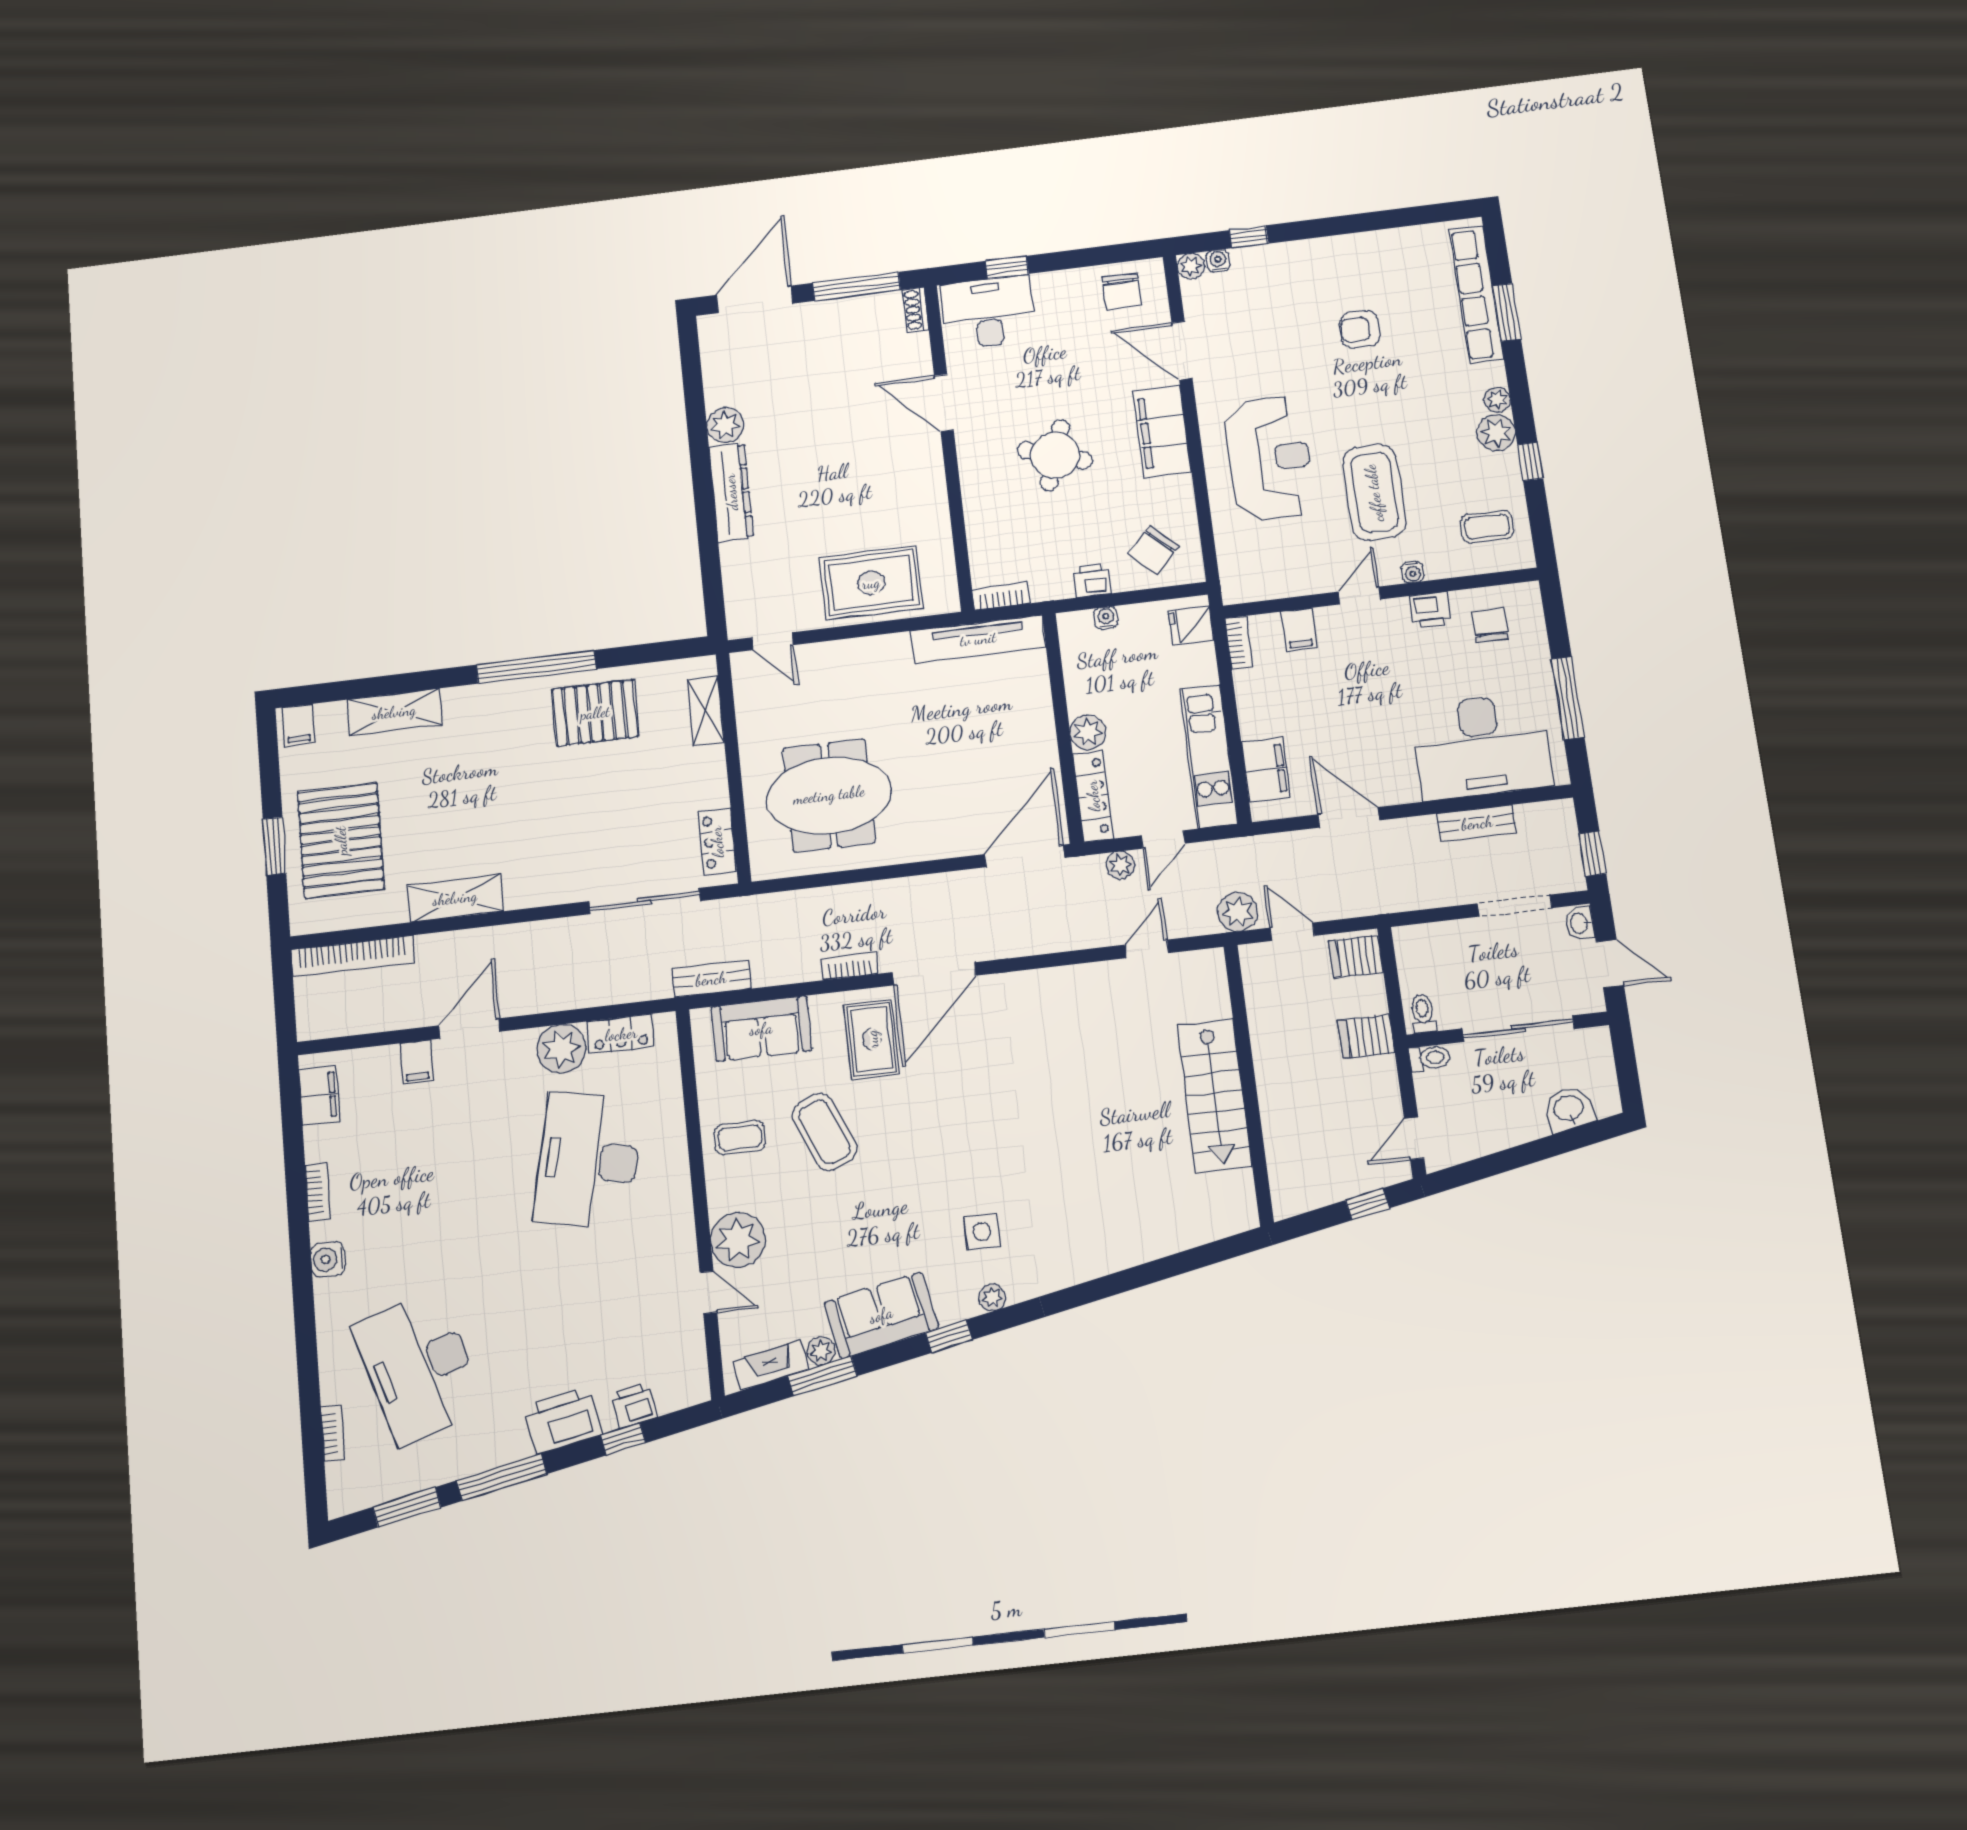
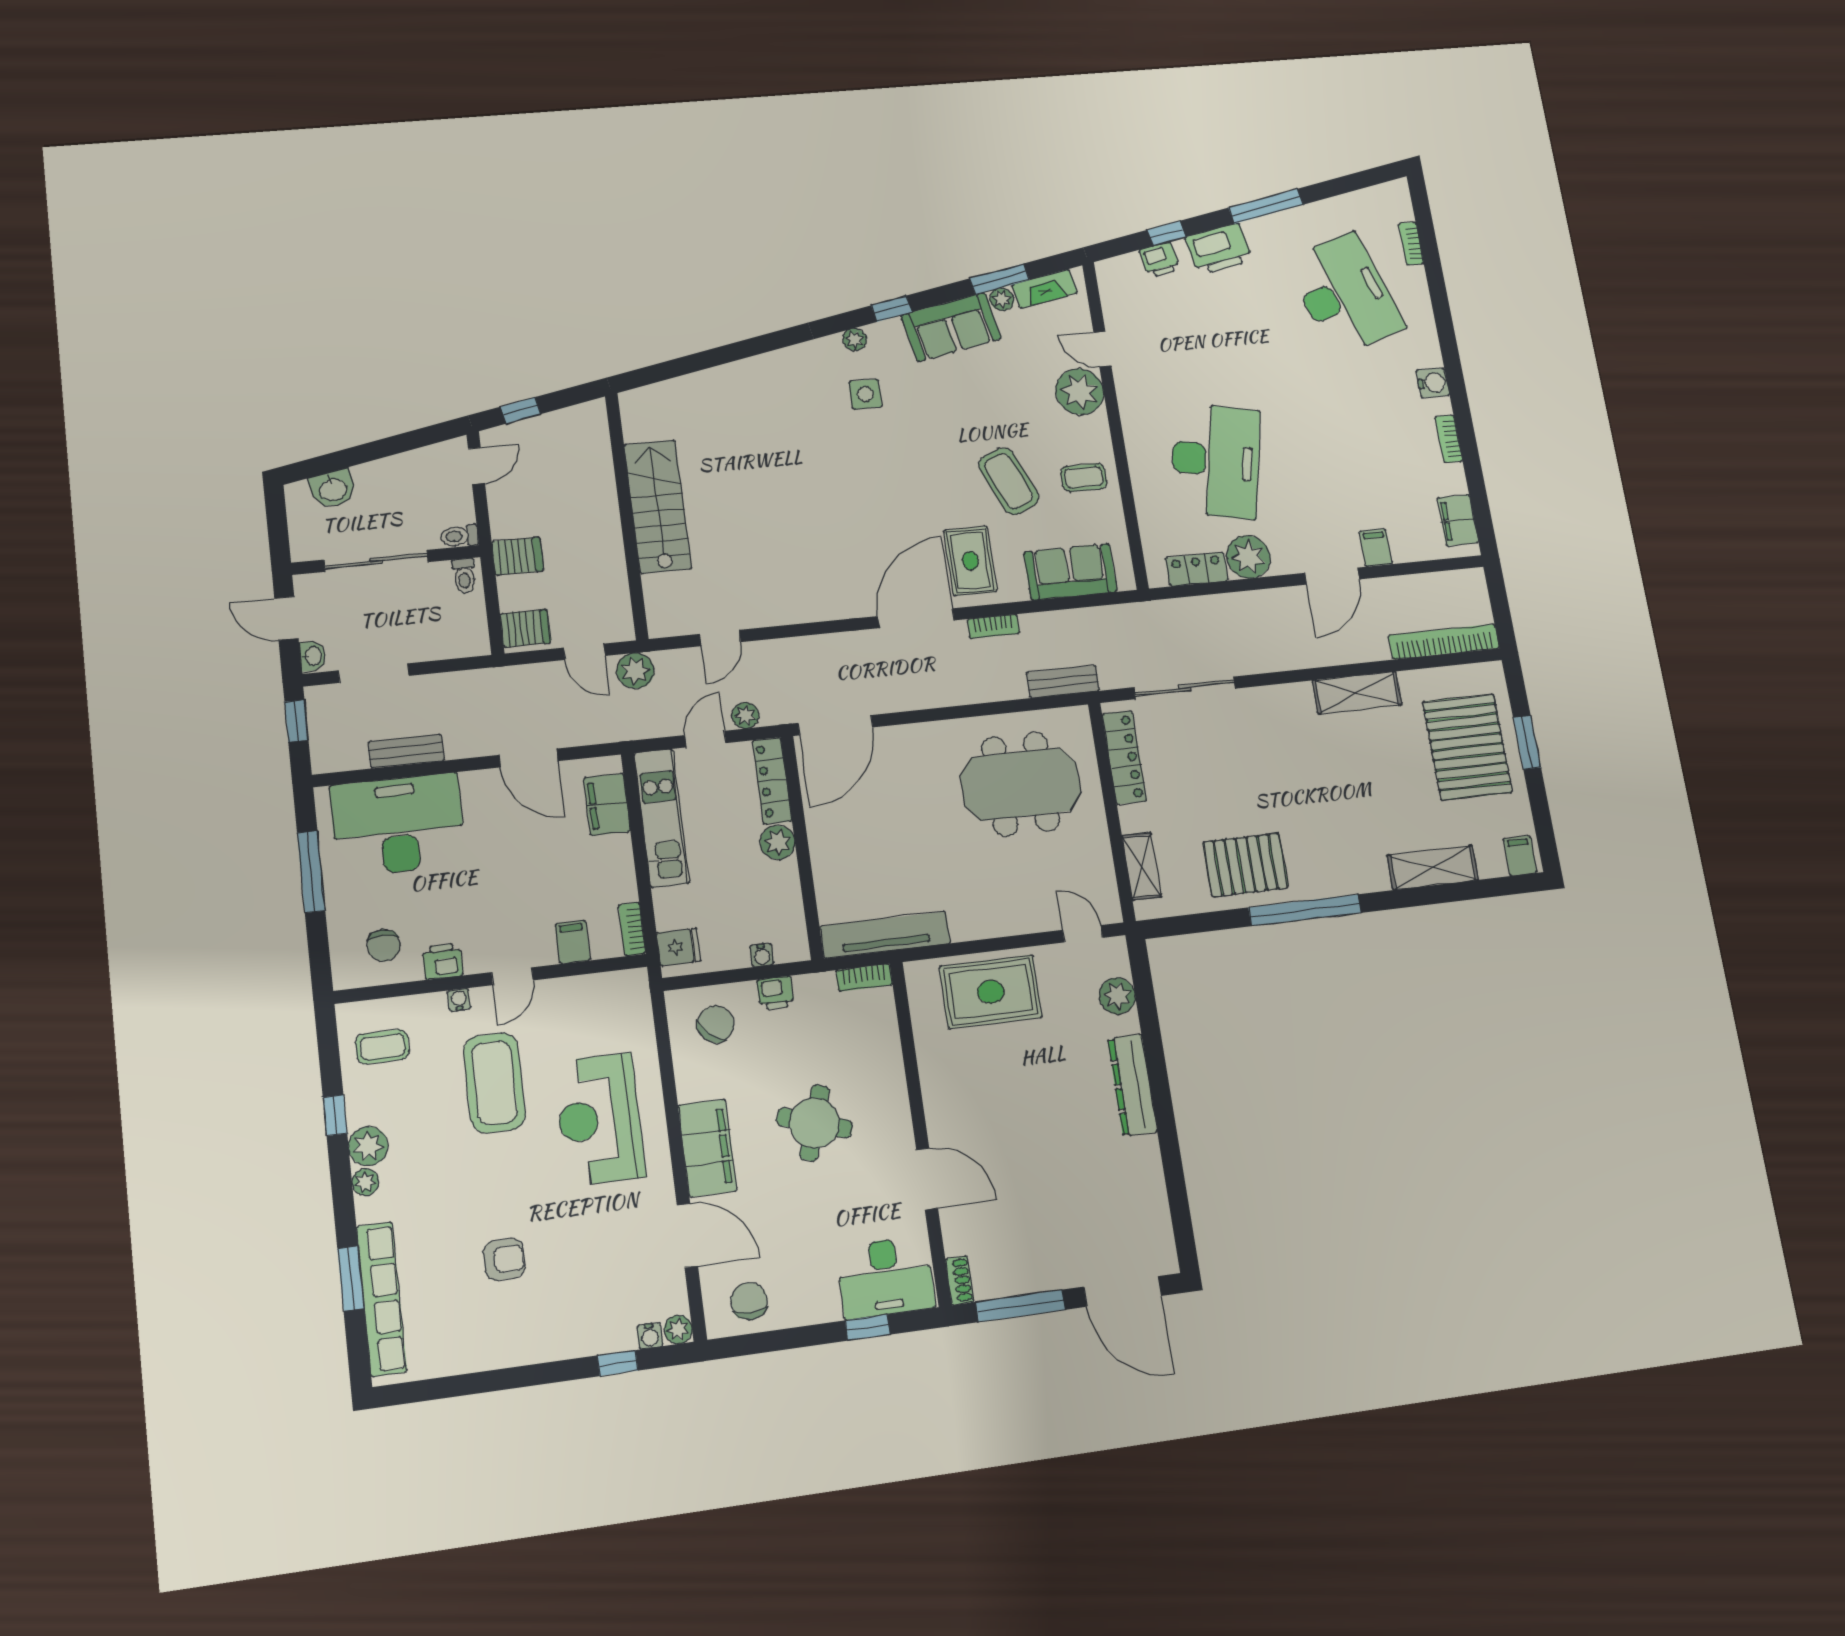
door: (755, 299) -> (1123, 1291), hinge flipped
plant: (725, 425) -> (1117, 996), moved
locker: (717, 842) -> (1124, 757), width x1.53
bench: (711, 979) -> (1063, 681), moved
window: (407, 1507) -> (1342, 185), removed

